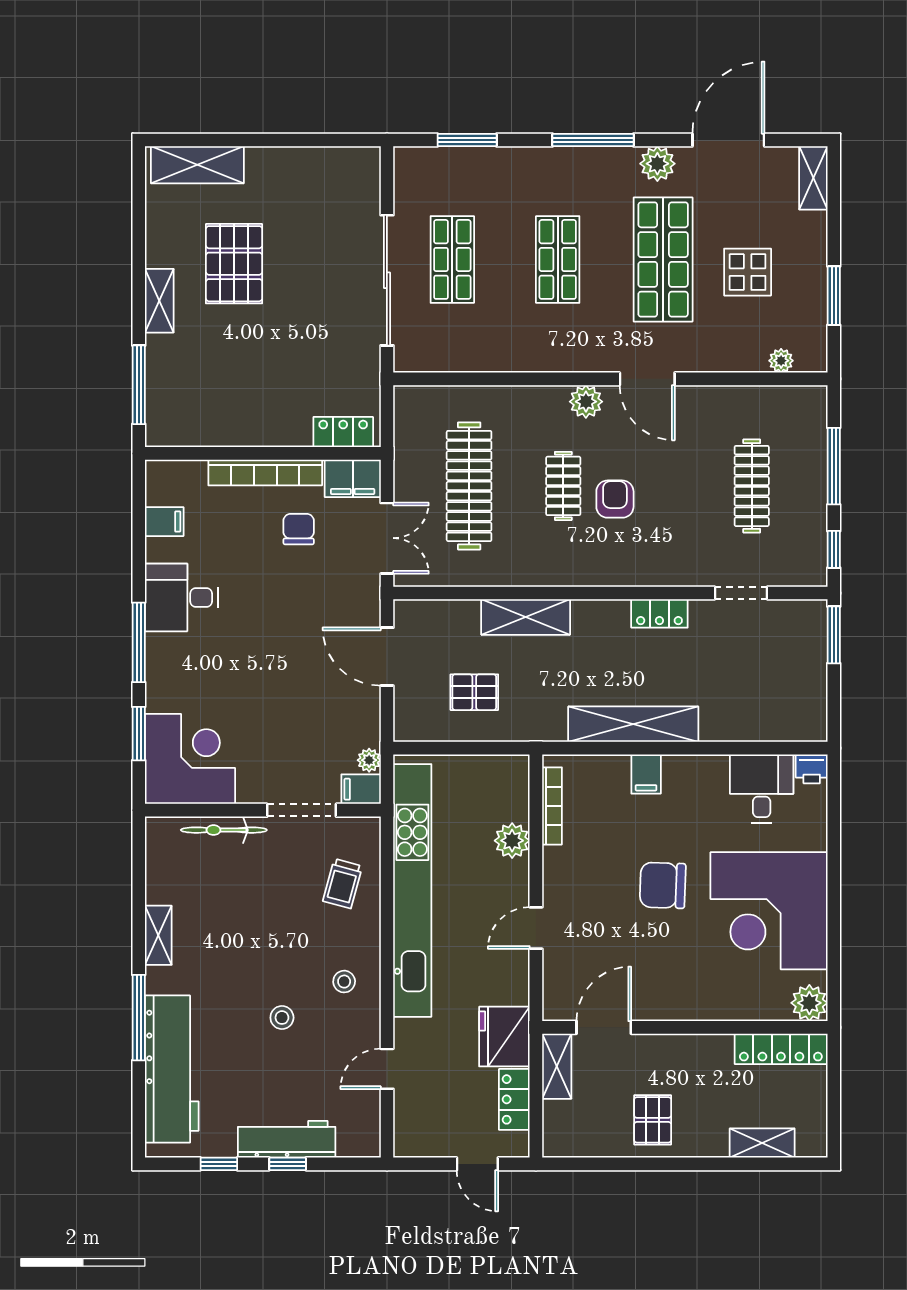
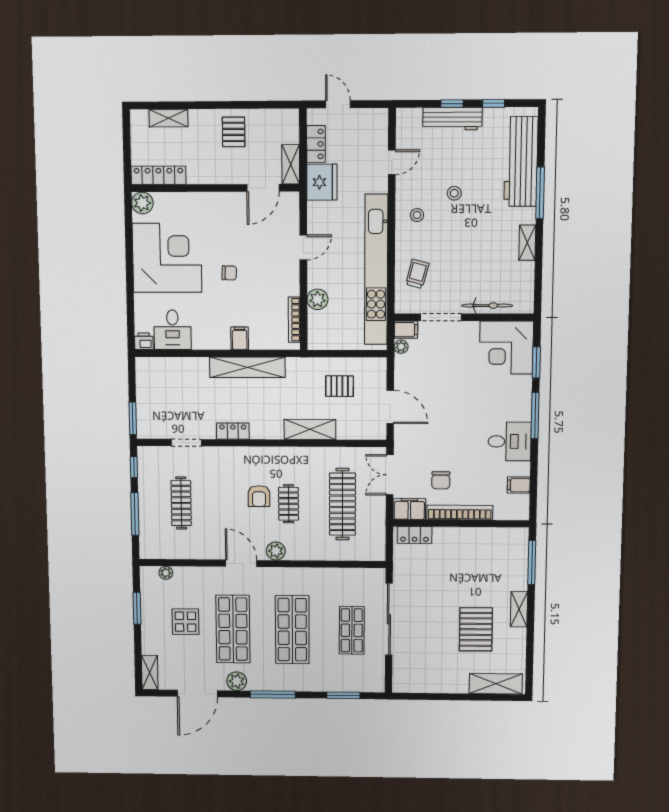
shop shelf: (558, 259) -> (292, 630), width x1.43, depth x1.36
chair: (663, 885) -> (229, 273), width x0.54, depth x0.54

